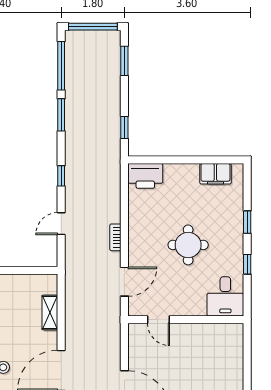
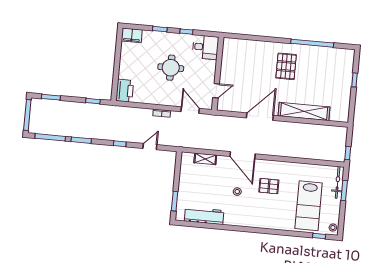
filing cabinet: (215, 174) -> (132, 35), moved, turned 90
door: (61, 224) -> (150, 147), swing flipped

